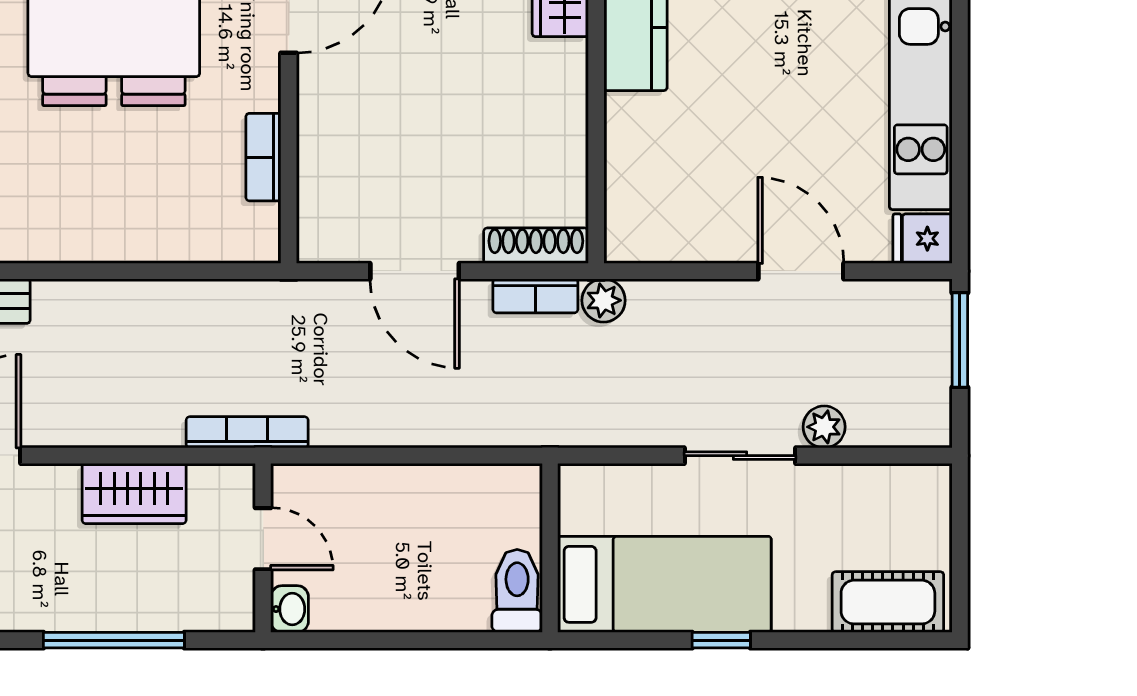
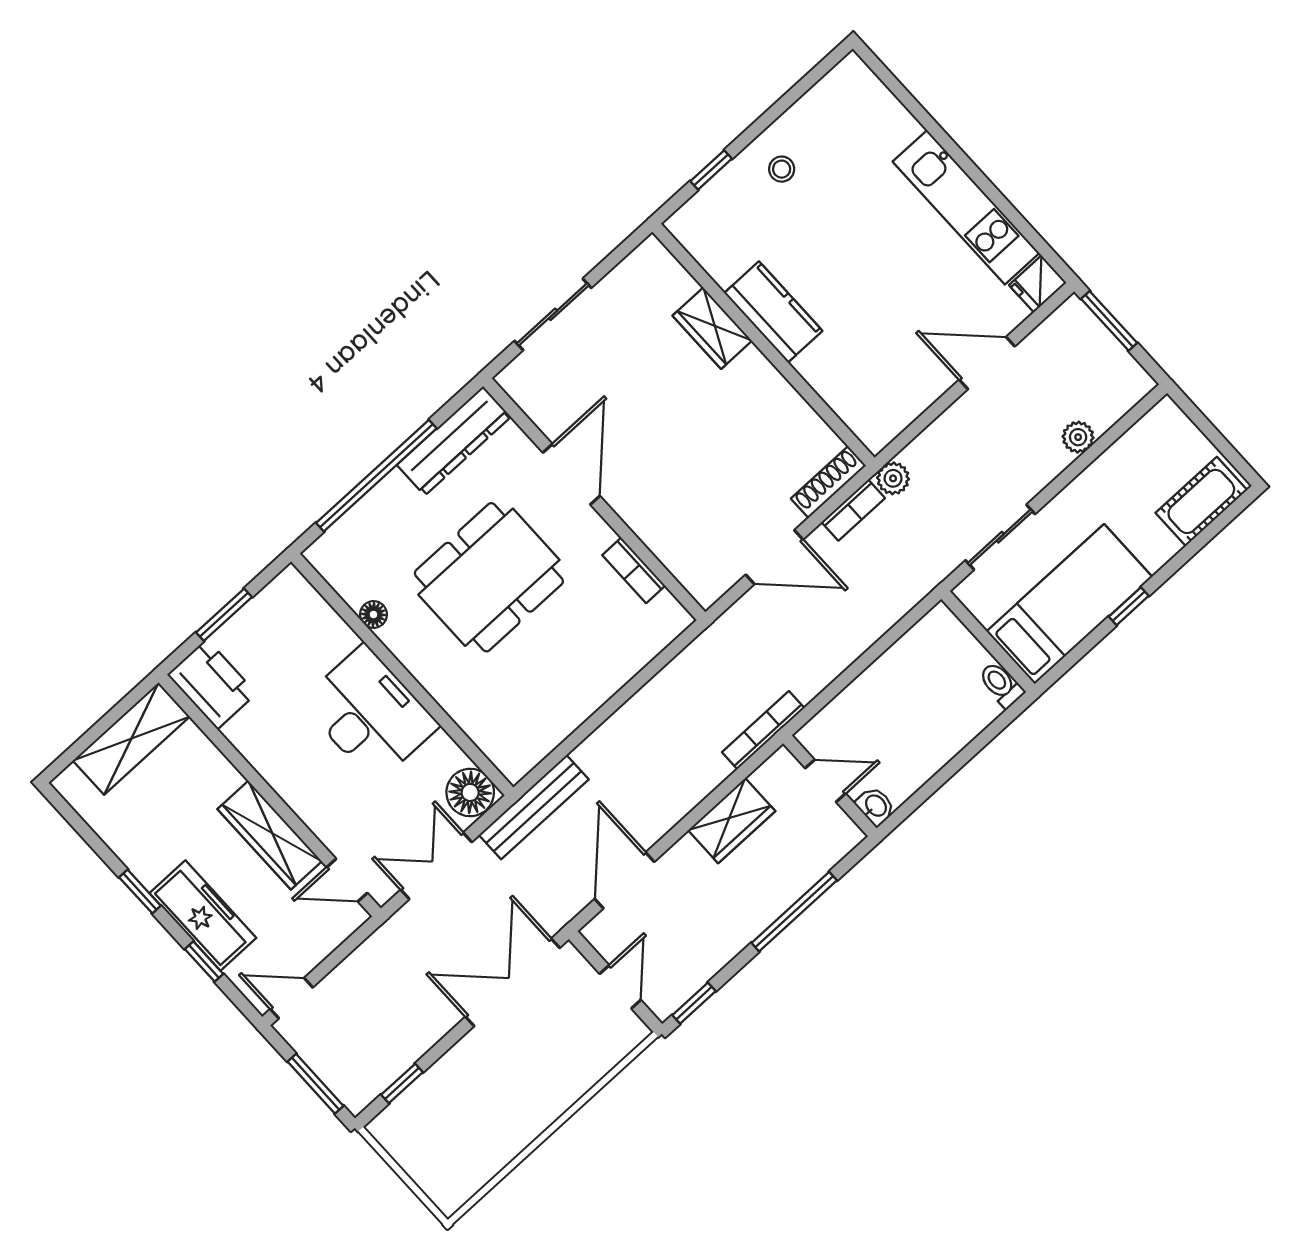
sliding door: (740, 456) -> (1000, 537), moved
toilet: (517, 591) -> (1001, 685), width x0.73, depth x0.72

